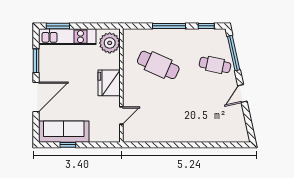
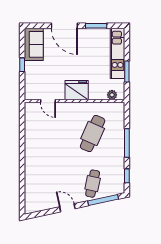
window: (58, 26) -> (127, 72), moved
plant: (110, 43) -> (112, 95), width x0.53, depth x0.53
sofa: (64, 132) -> (34, 44), width x0.73
window: (68, 145) -> (22, 65), moved

